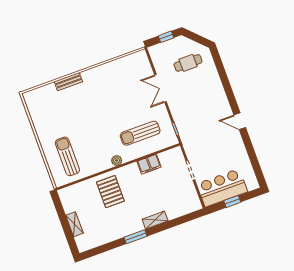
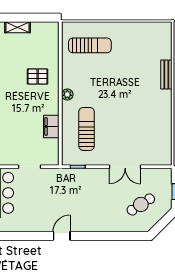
cafe table: (188, 63) -> (141, 204), turned 57
double door: (160, 88) -> (125, 167), swing flipped
pallet: (110, 192) -> (38, 76), width x0.67, depth x0.71

